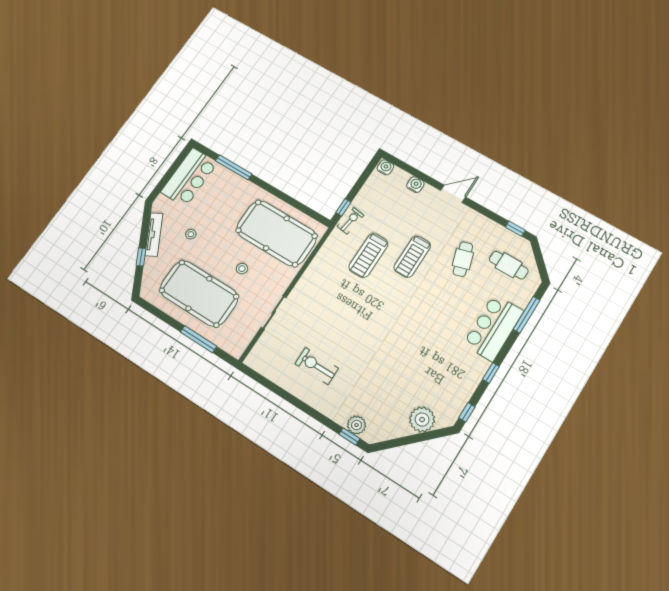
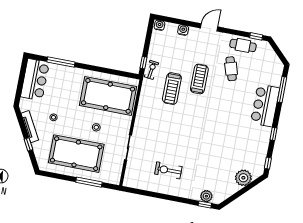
treadmill: (412, 257) -> (199, 79), turned 180
cafe table: (509, 265) -> (243, 45), moved

